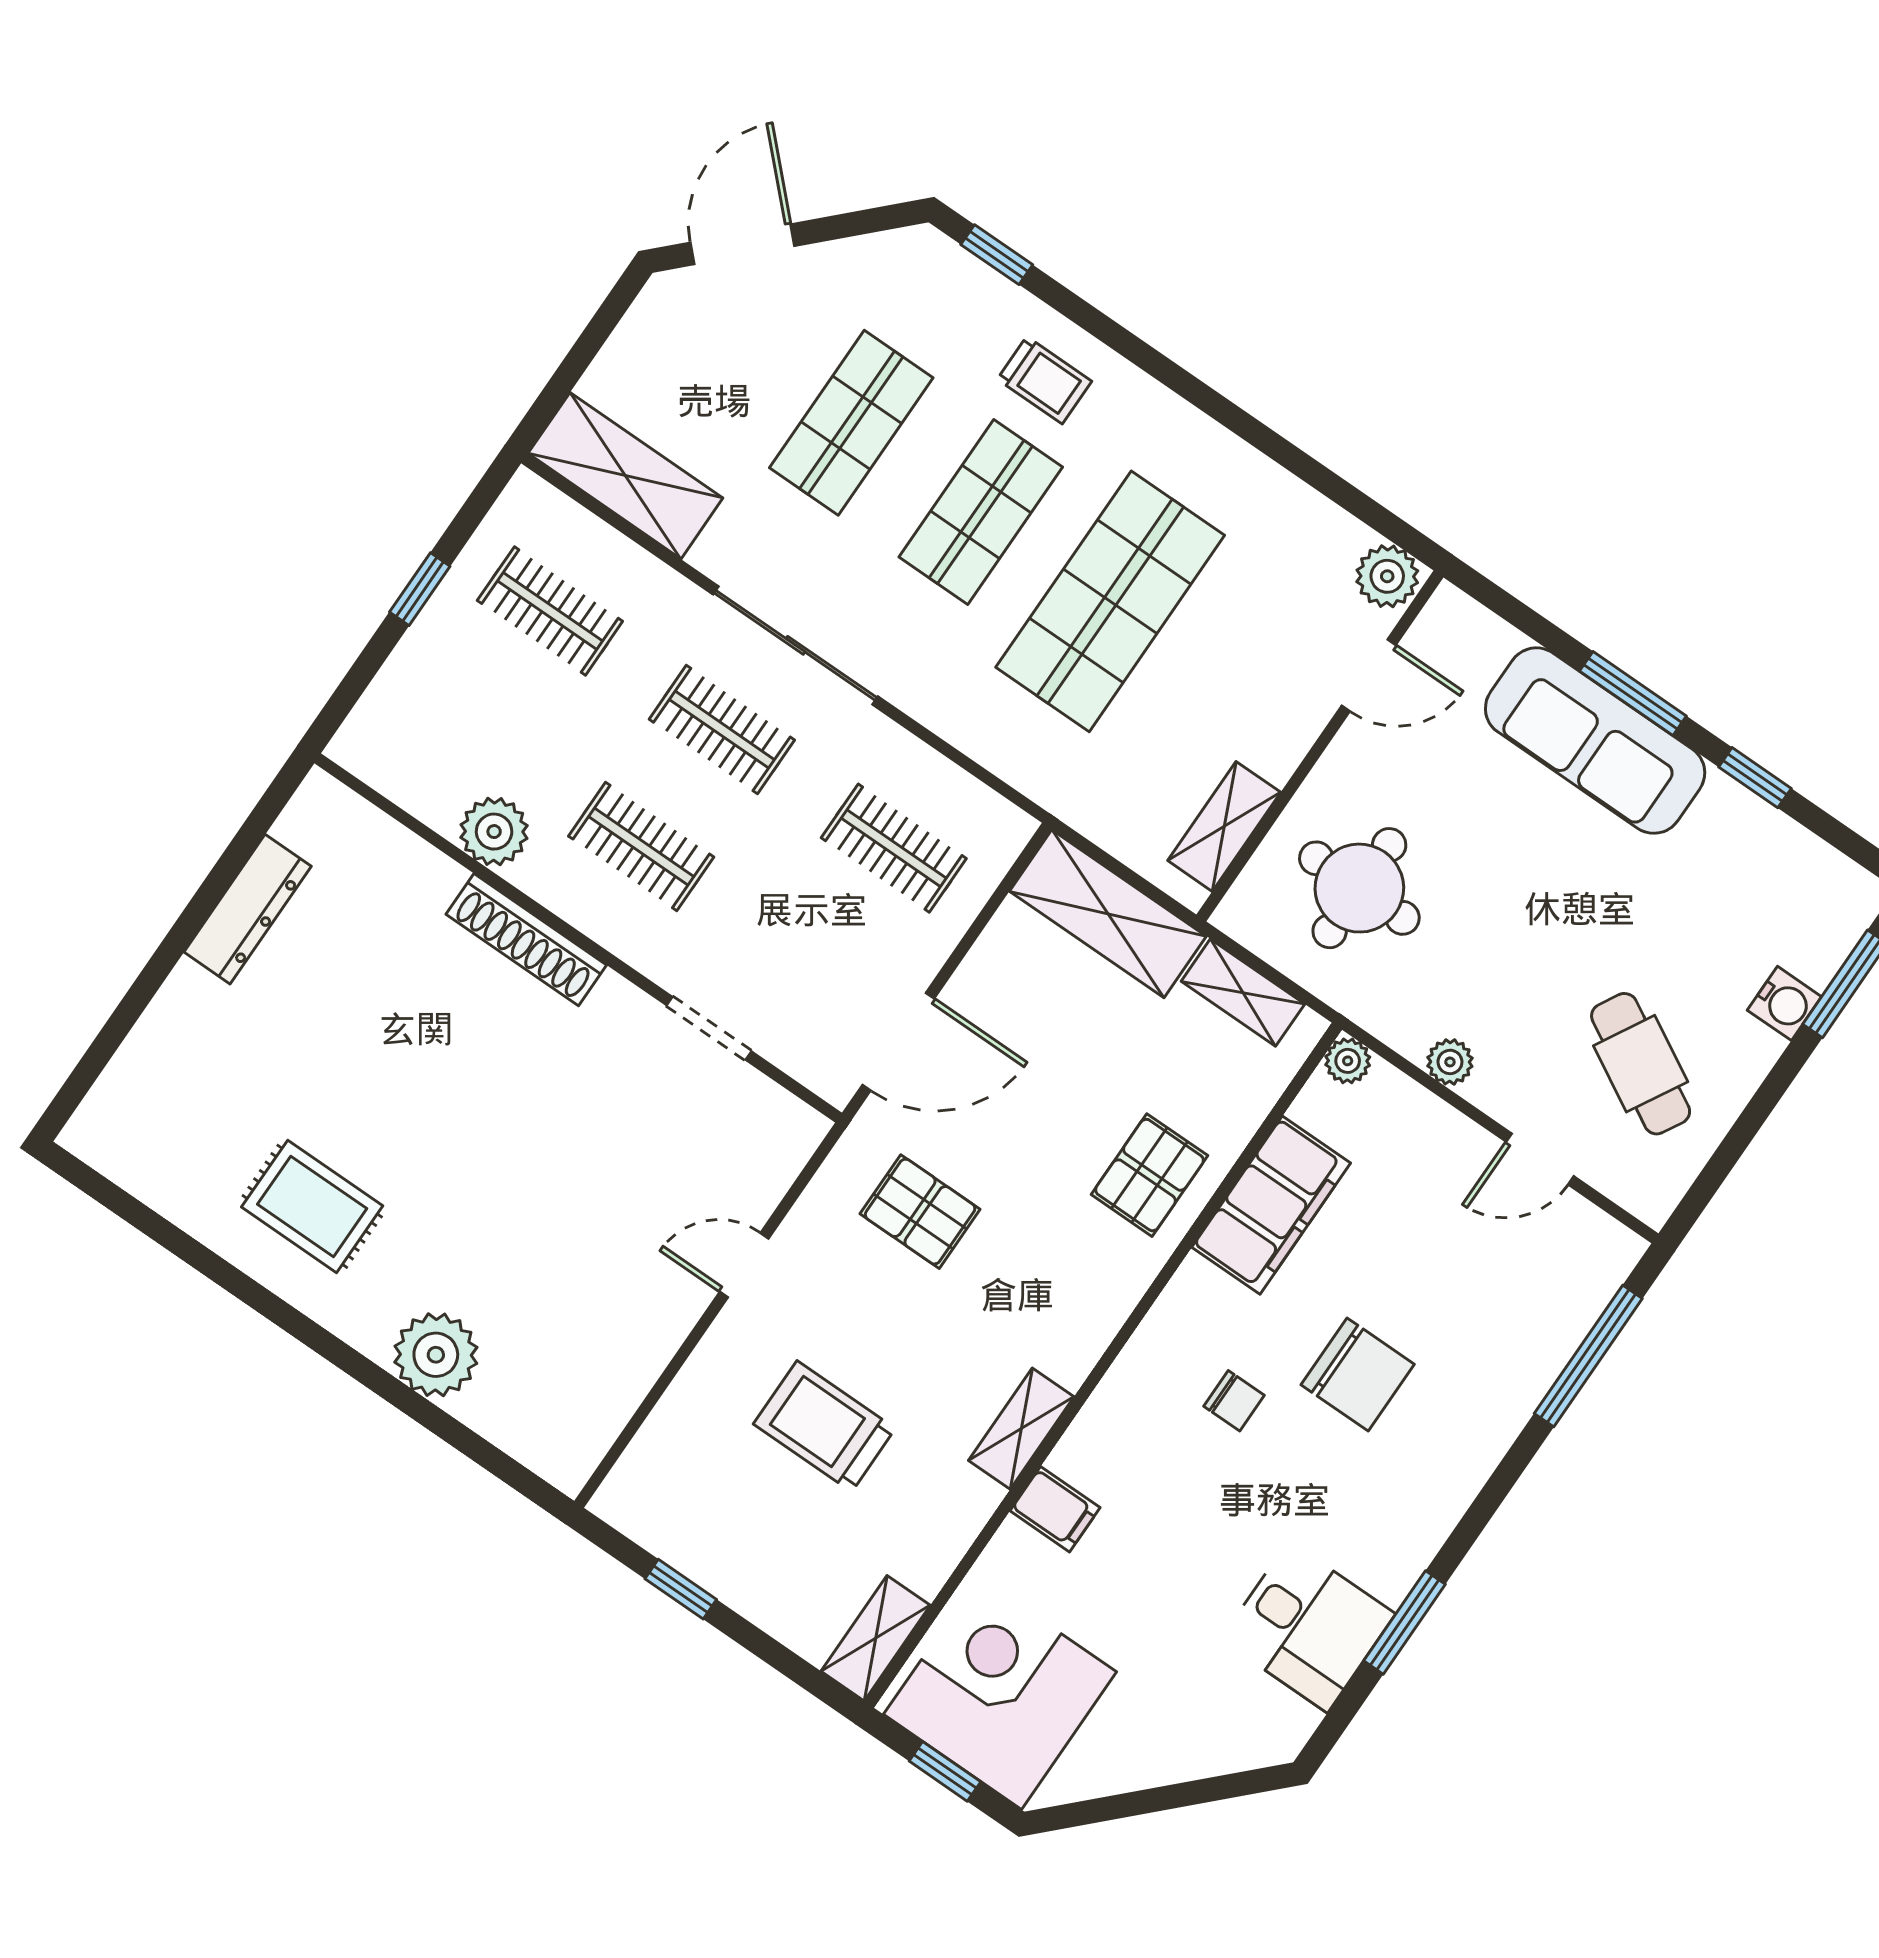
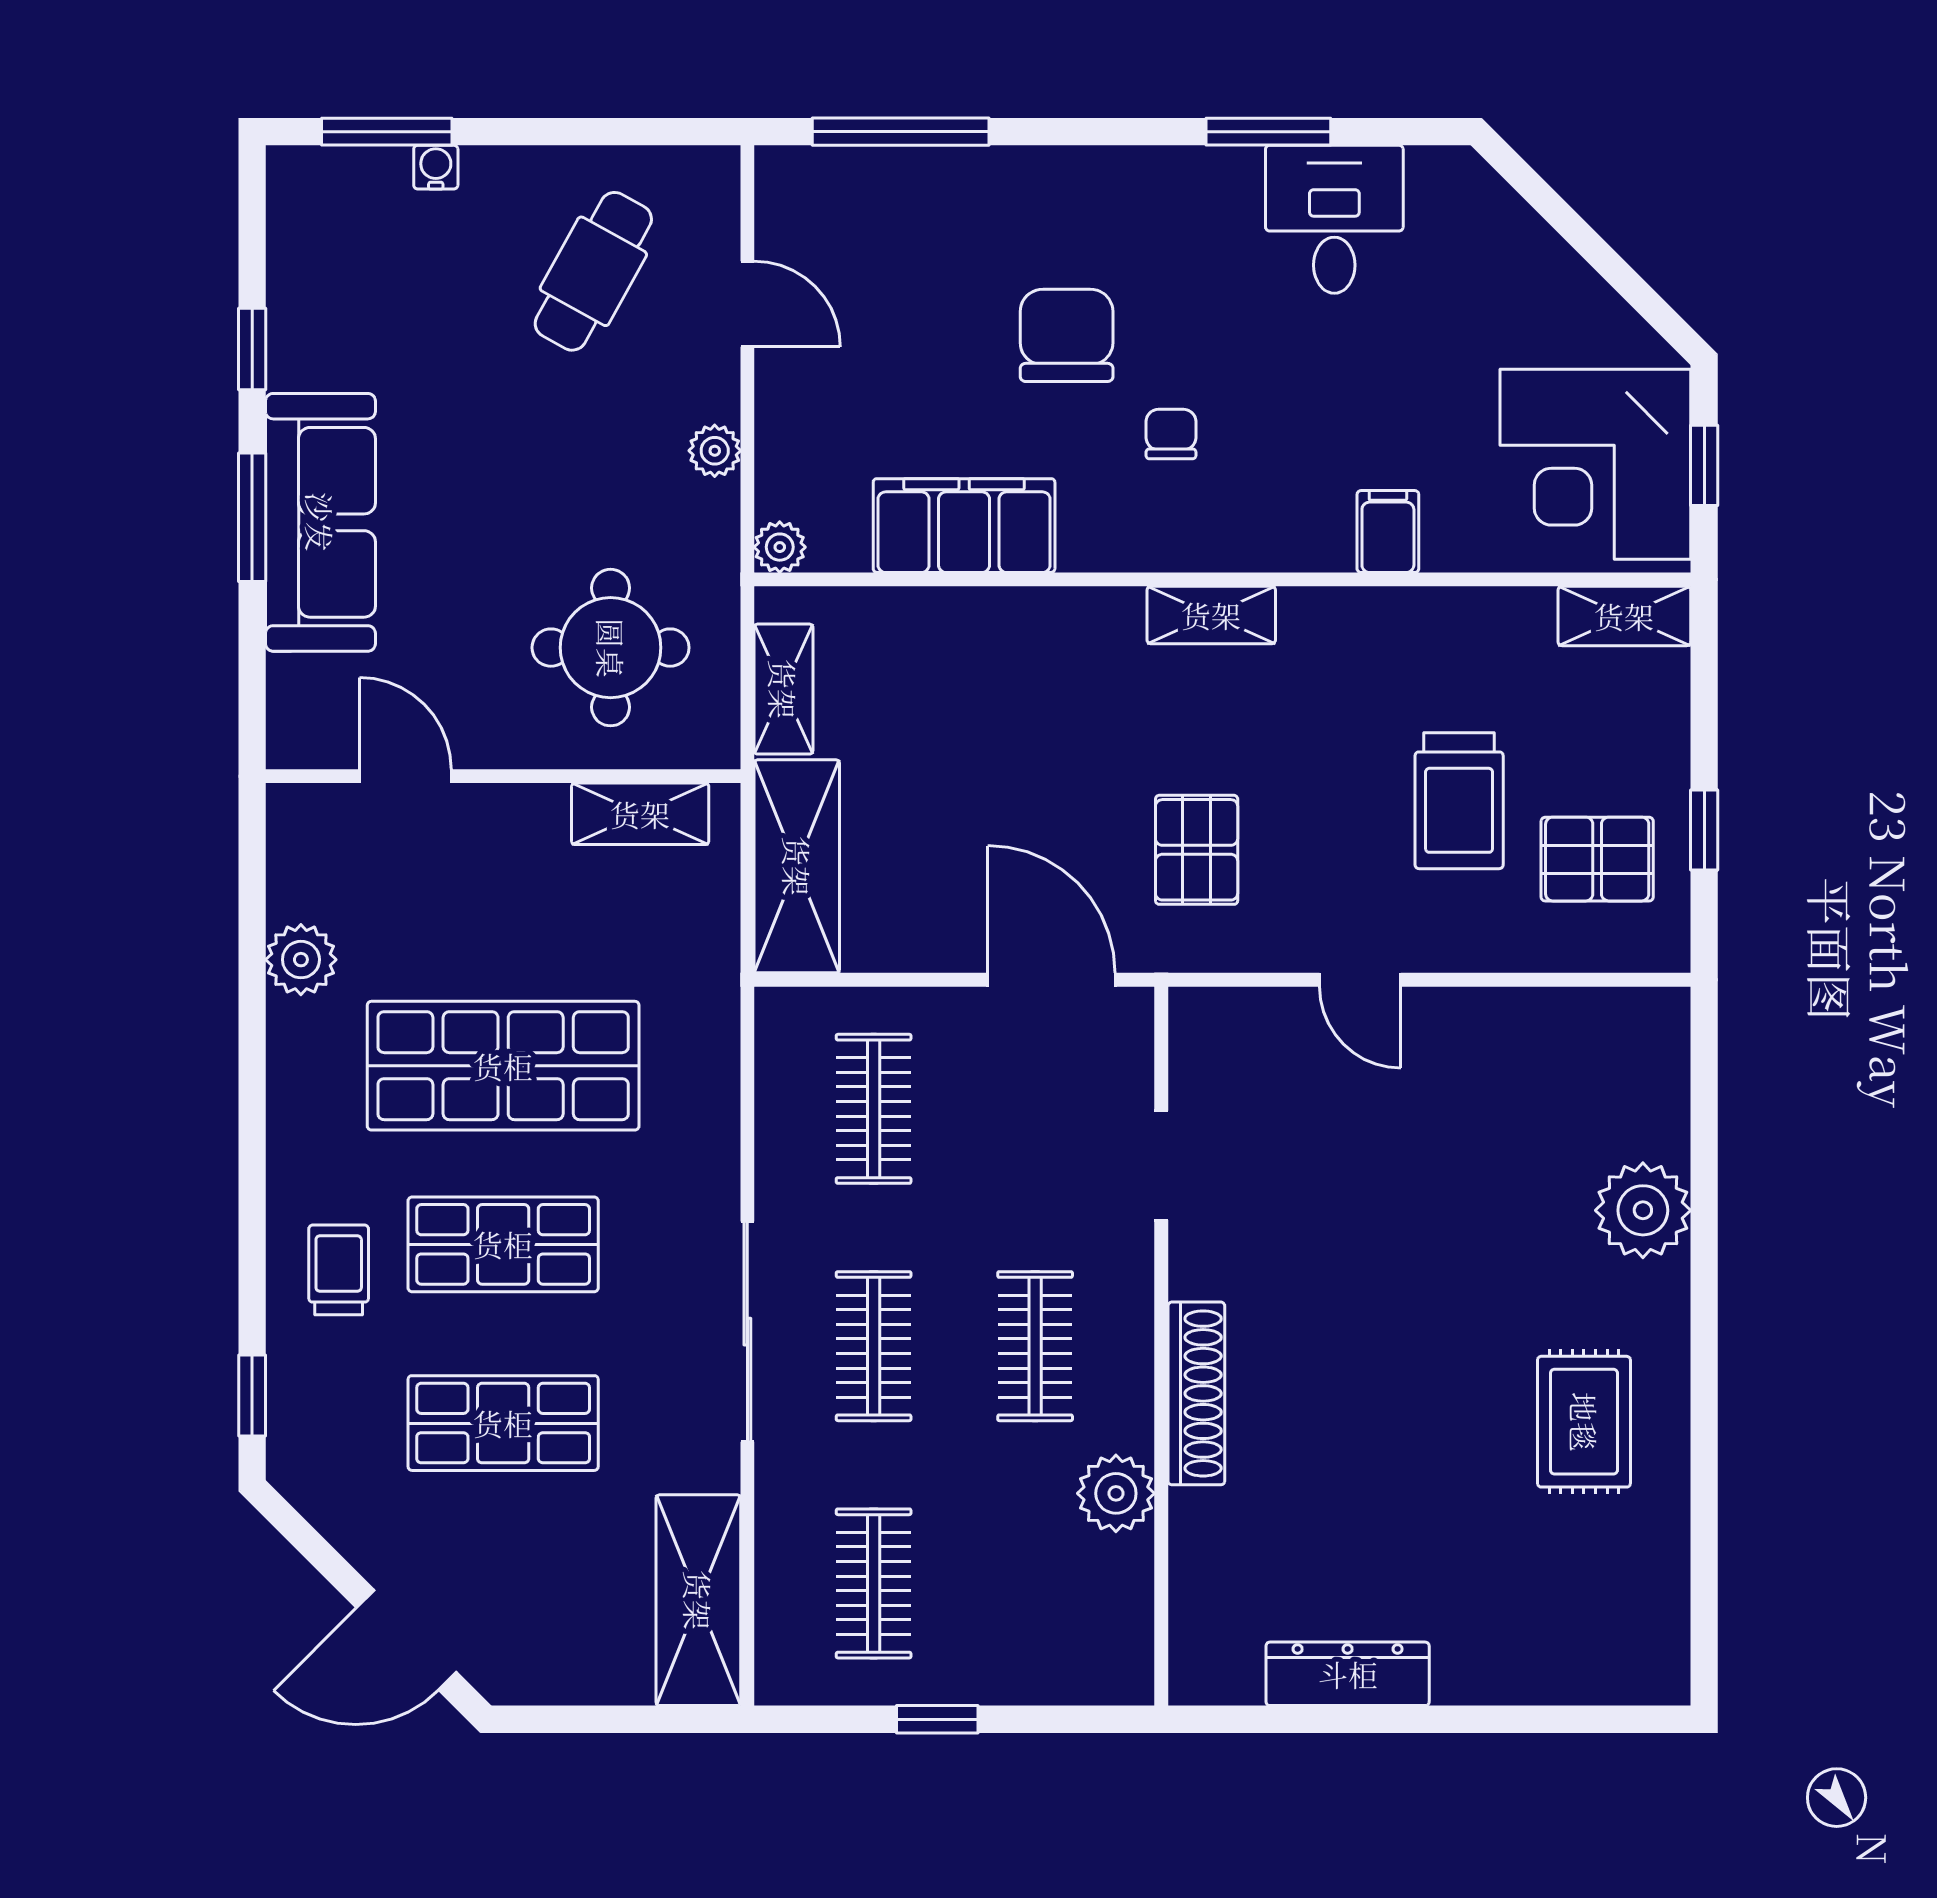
plant: (1387, 576) -> (301, 960), moved
water cooler: (1784, 1003) -> (436, 167), width x0.72, depth x0.72
pallet: (1149, 1175) -> (1597, 859), moved
shelving: (1021, 1429) -> (1211, 615), moved

